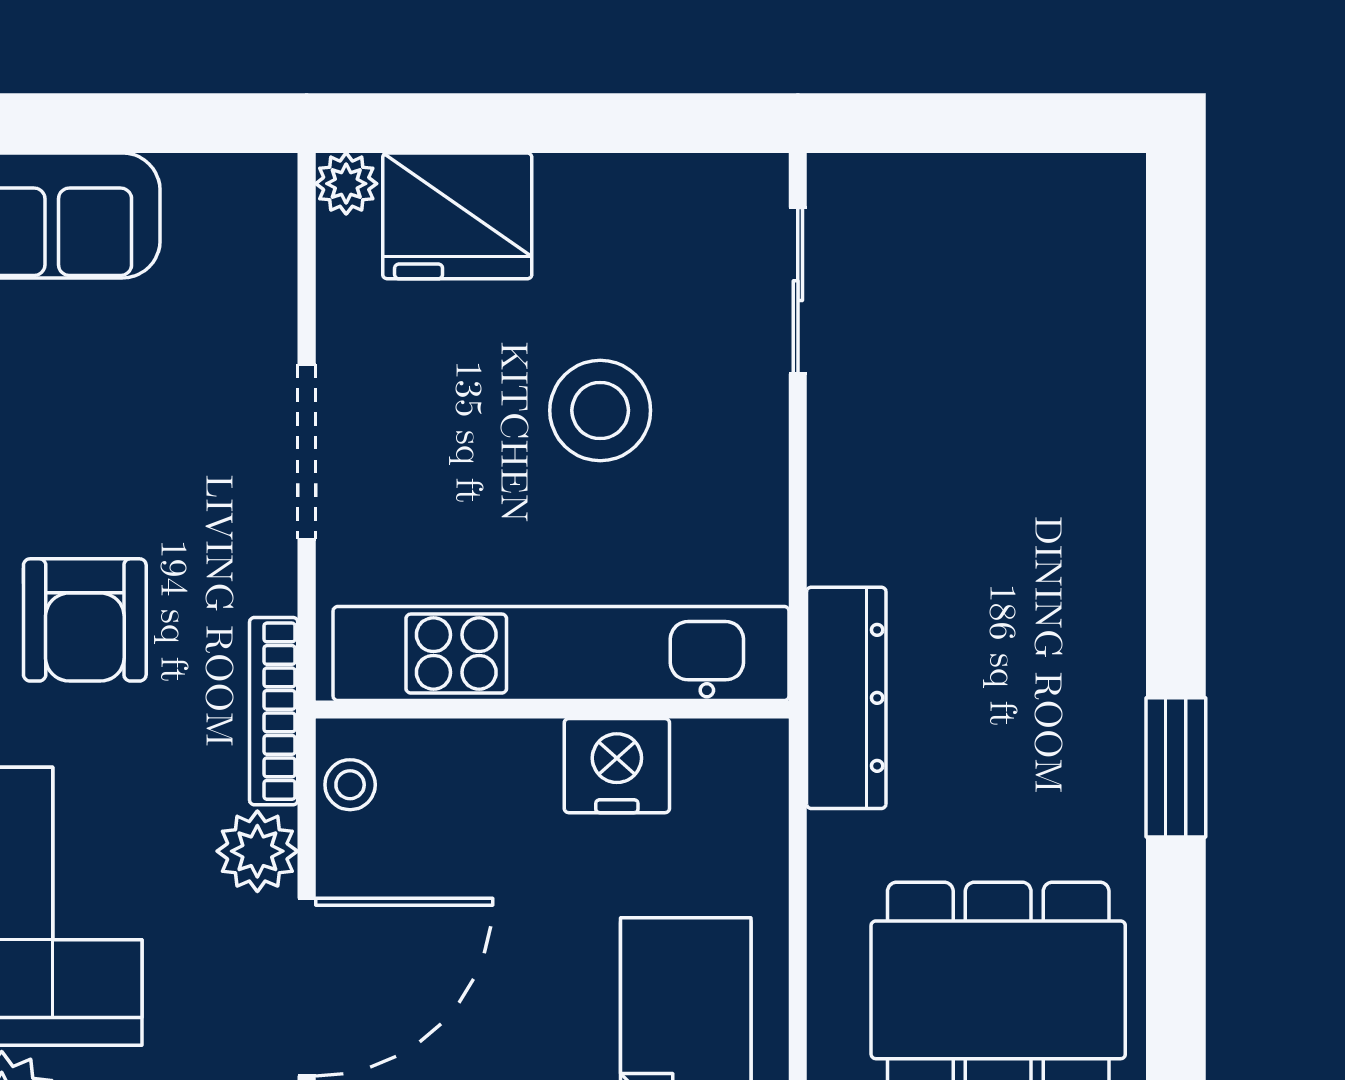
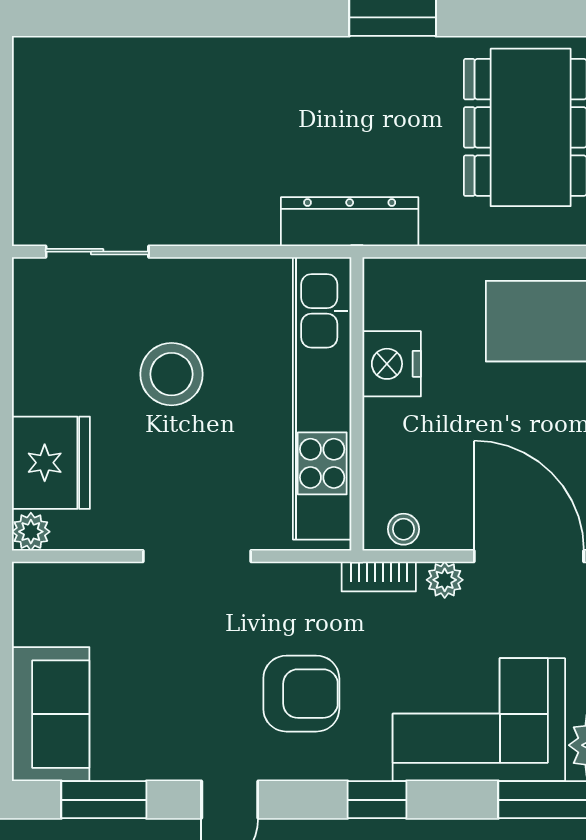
bookcase: (274, 711) -> (379, 577), width x0.64
plant: (257, 851) -> (445, 580), width x0.73, depth x0.73

